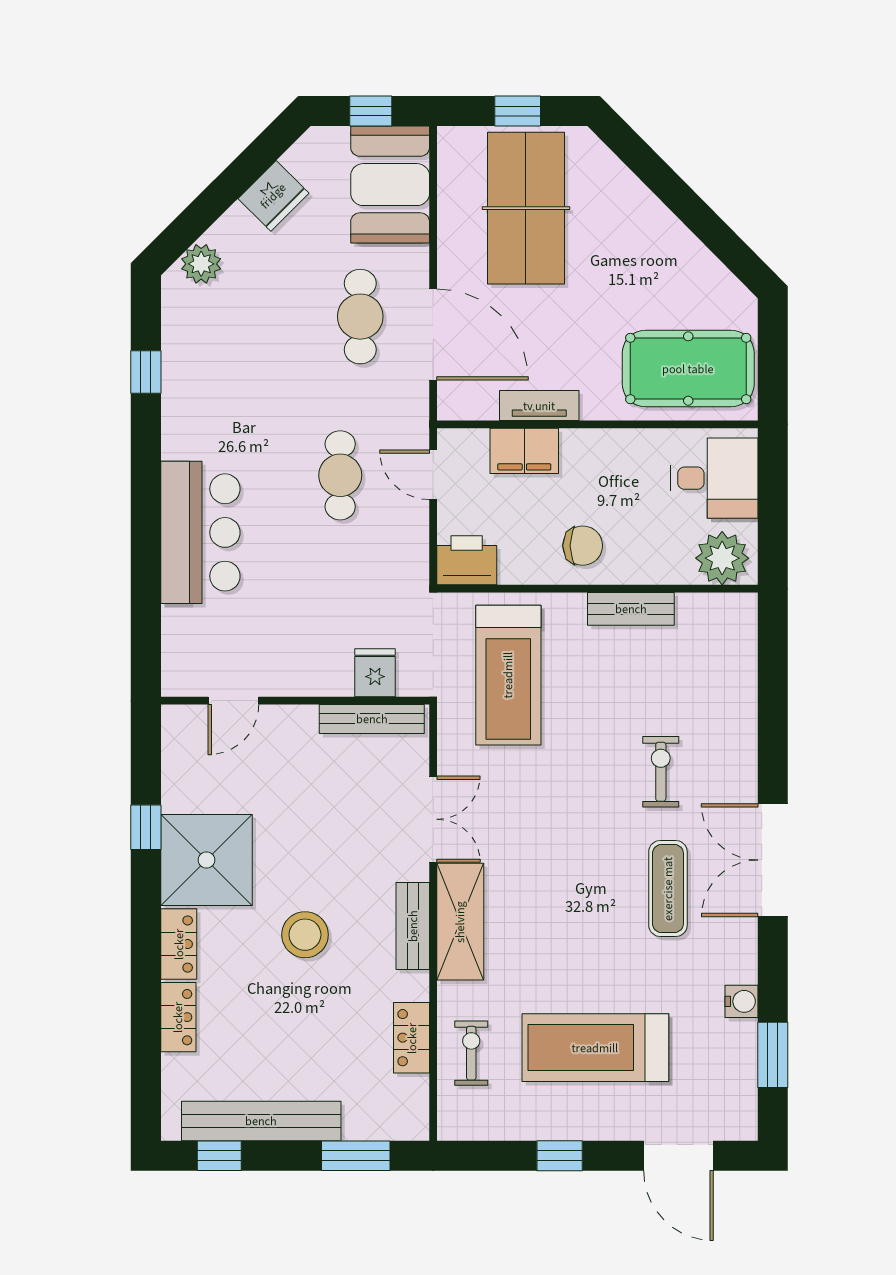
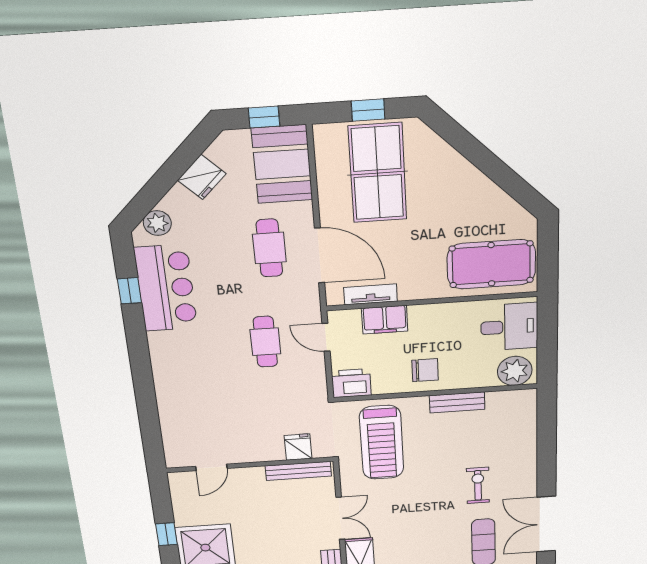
tv unit: (539, 406) -> (370, 294), moved
bar counter: (200, 532) -> (166, 288), moved

